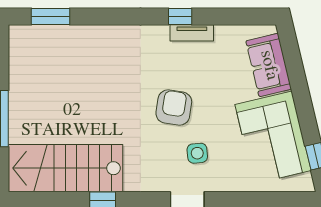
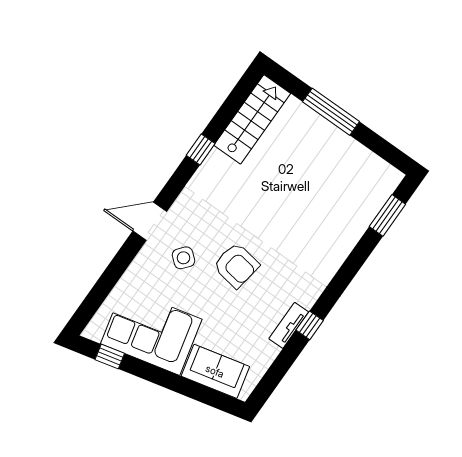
side table: (197, 153) -> (183, 258), turned 45
stairs: (65, 168) -> (252, 119), width x0.73, depth x0.66

